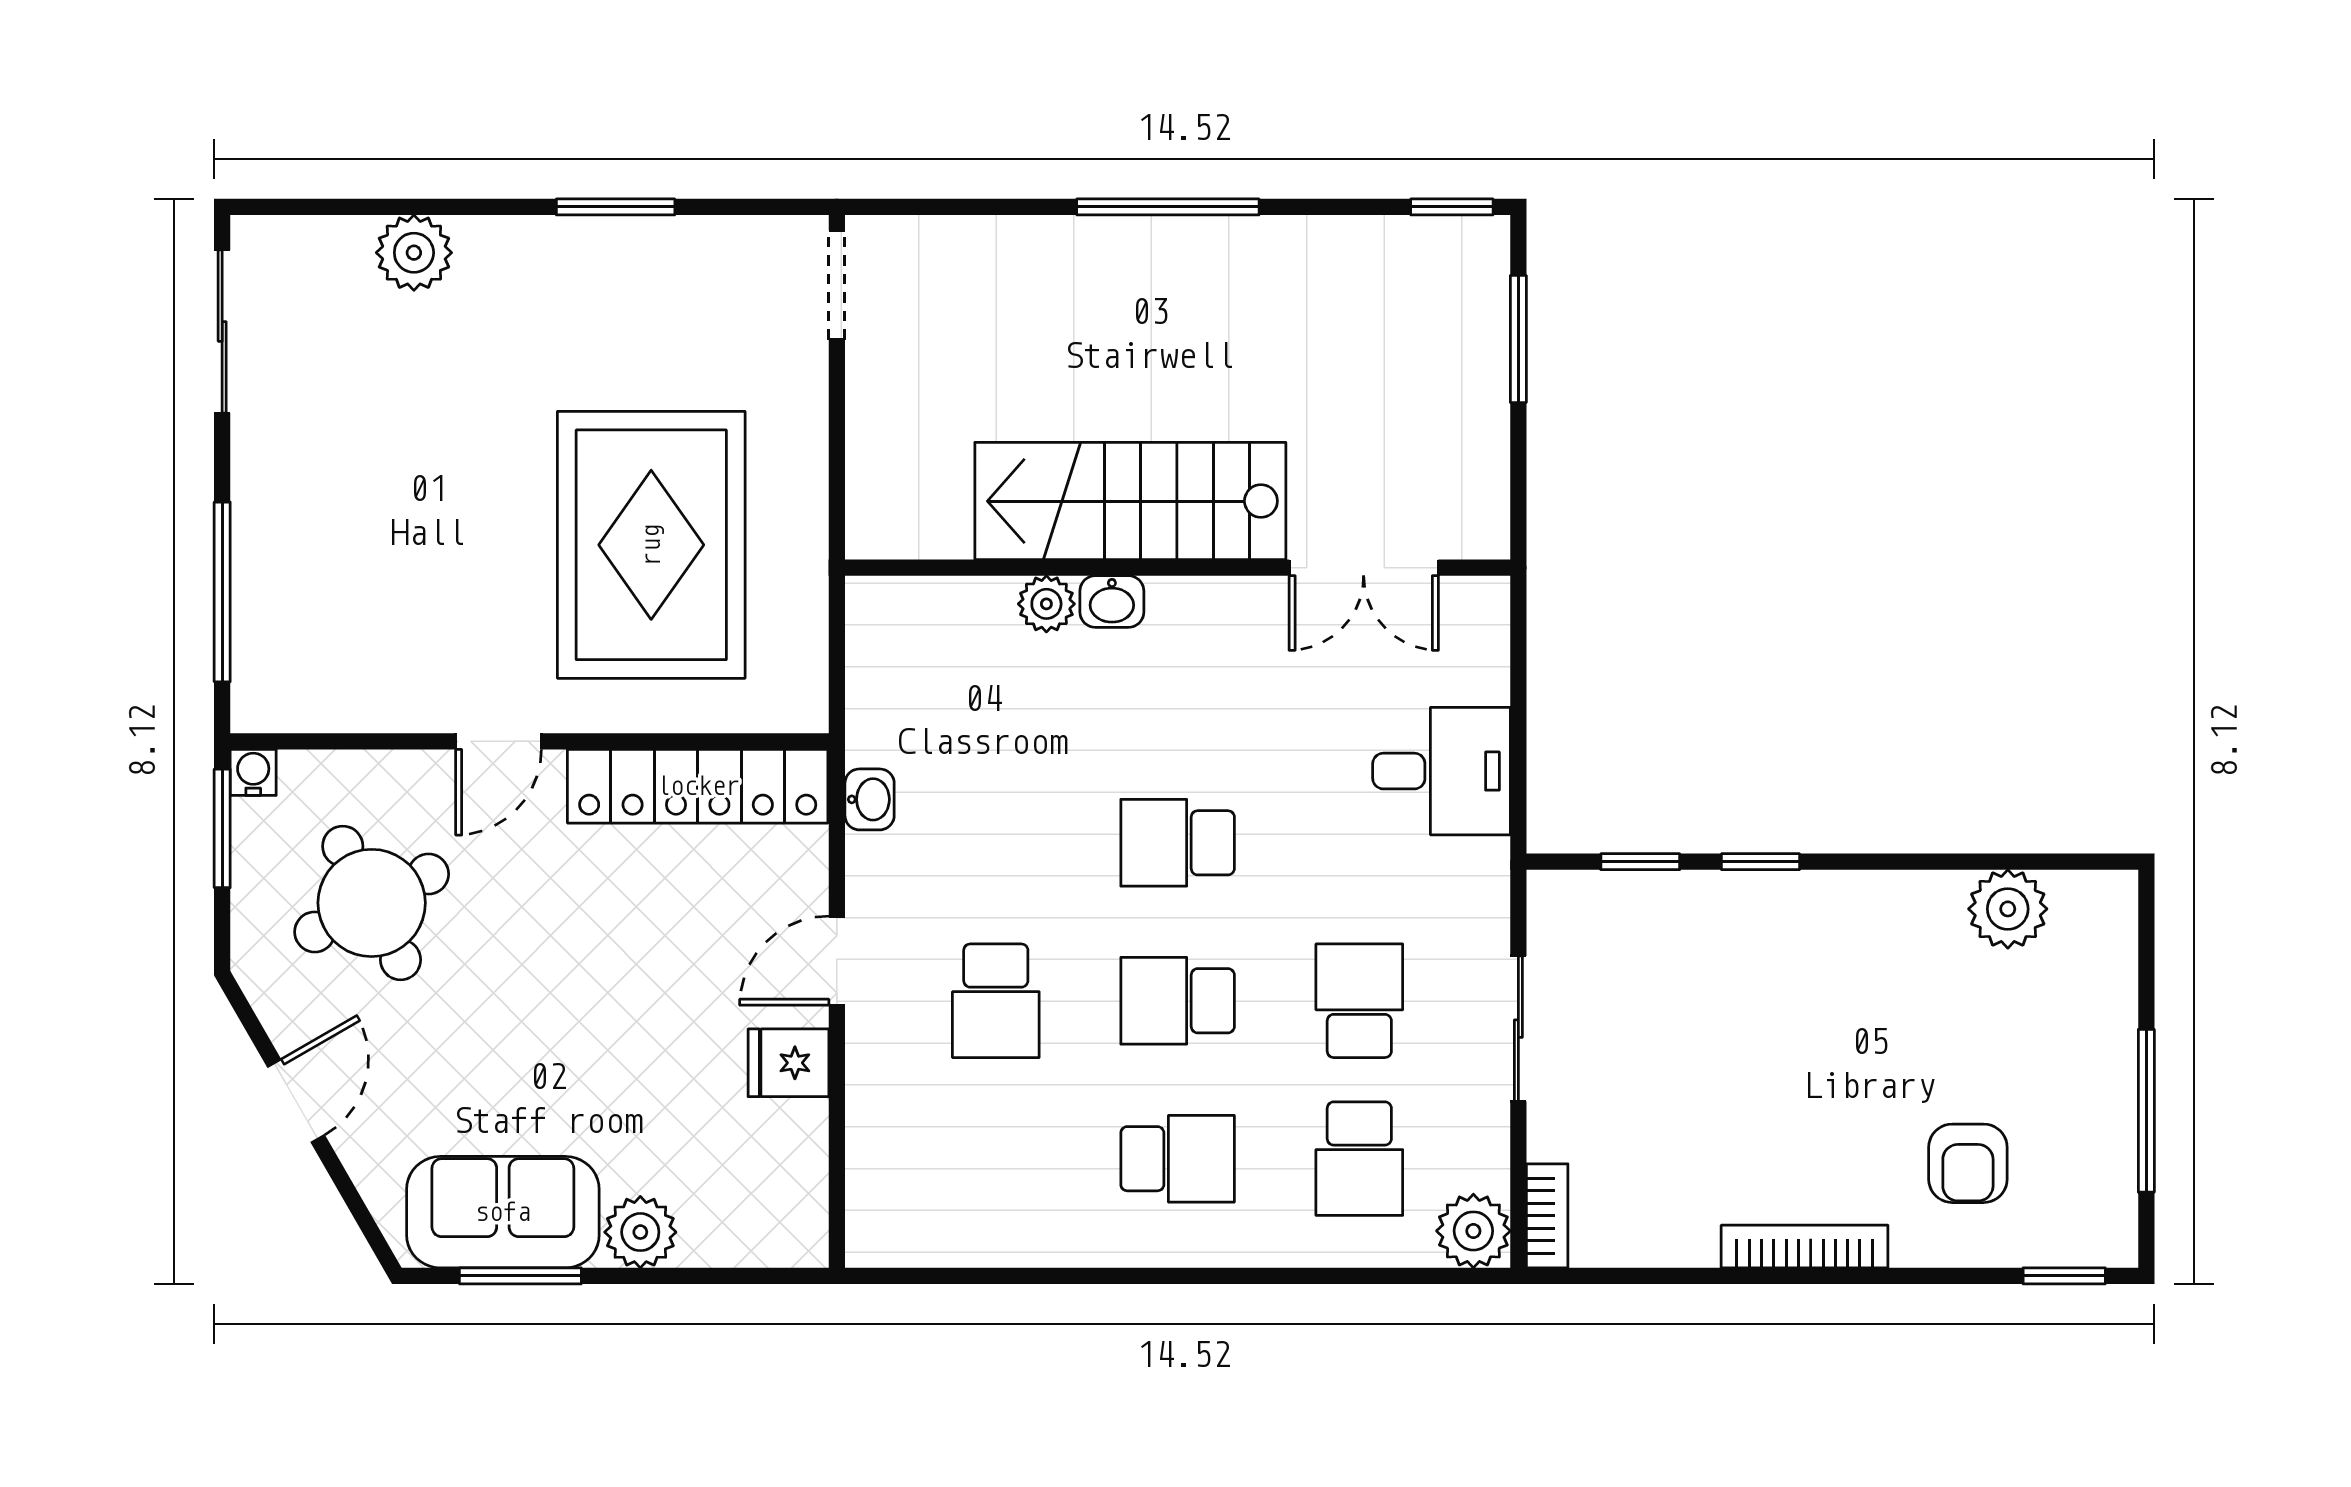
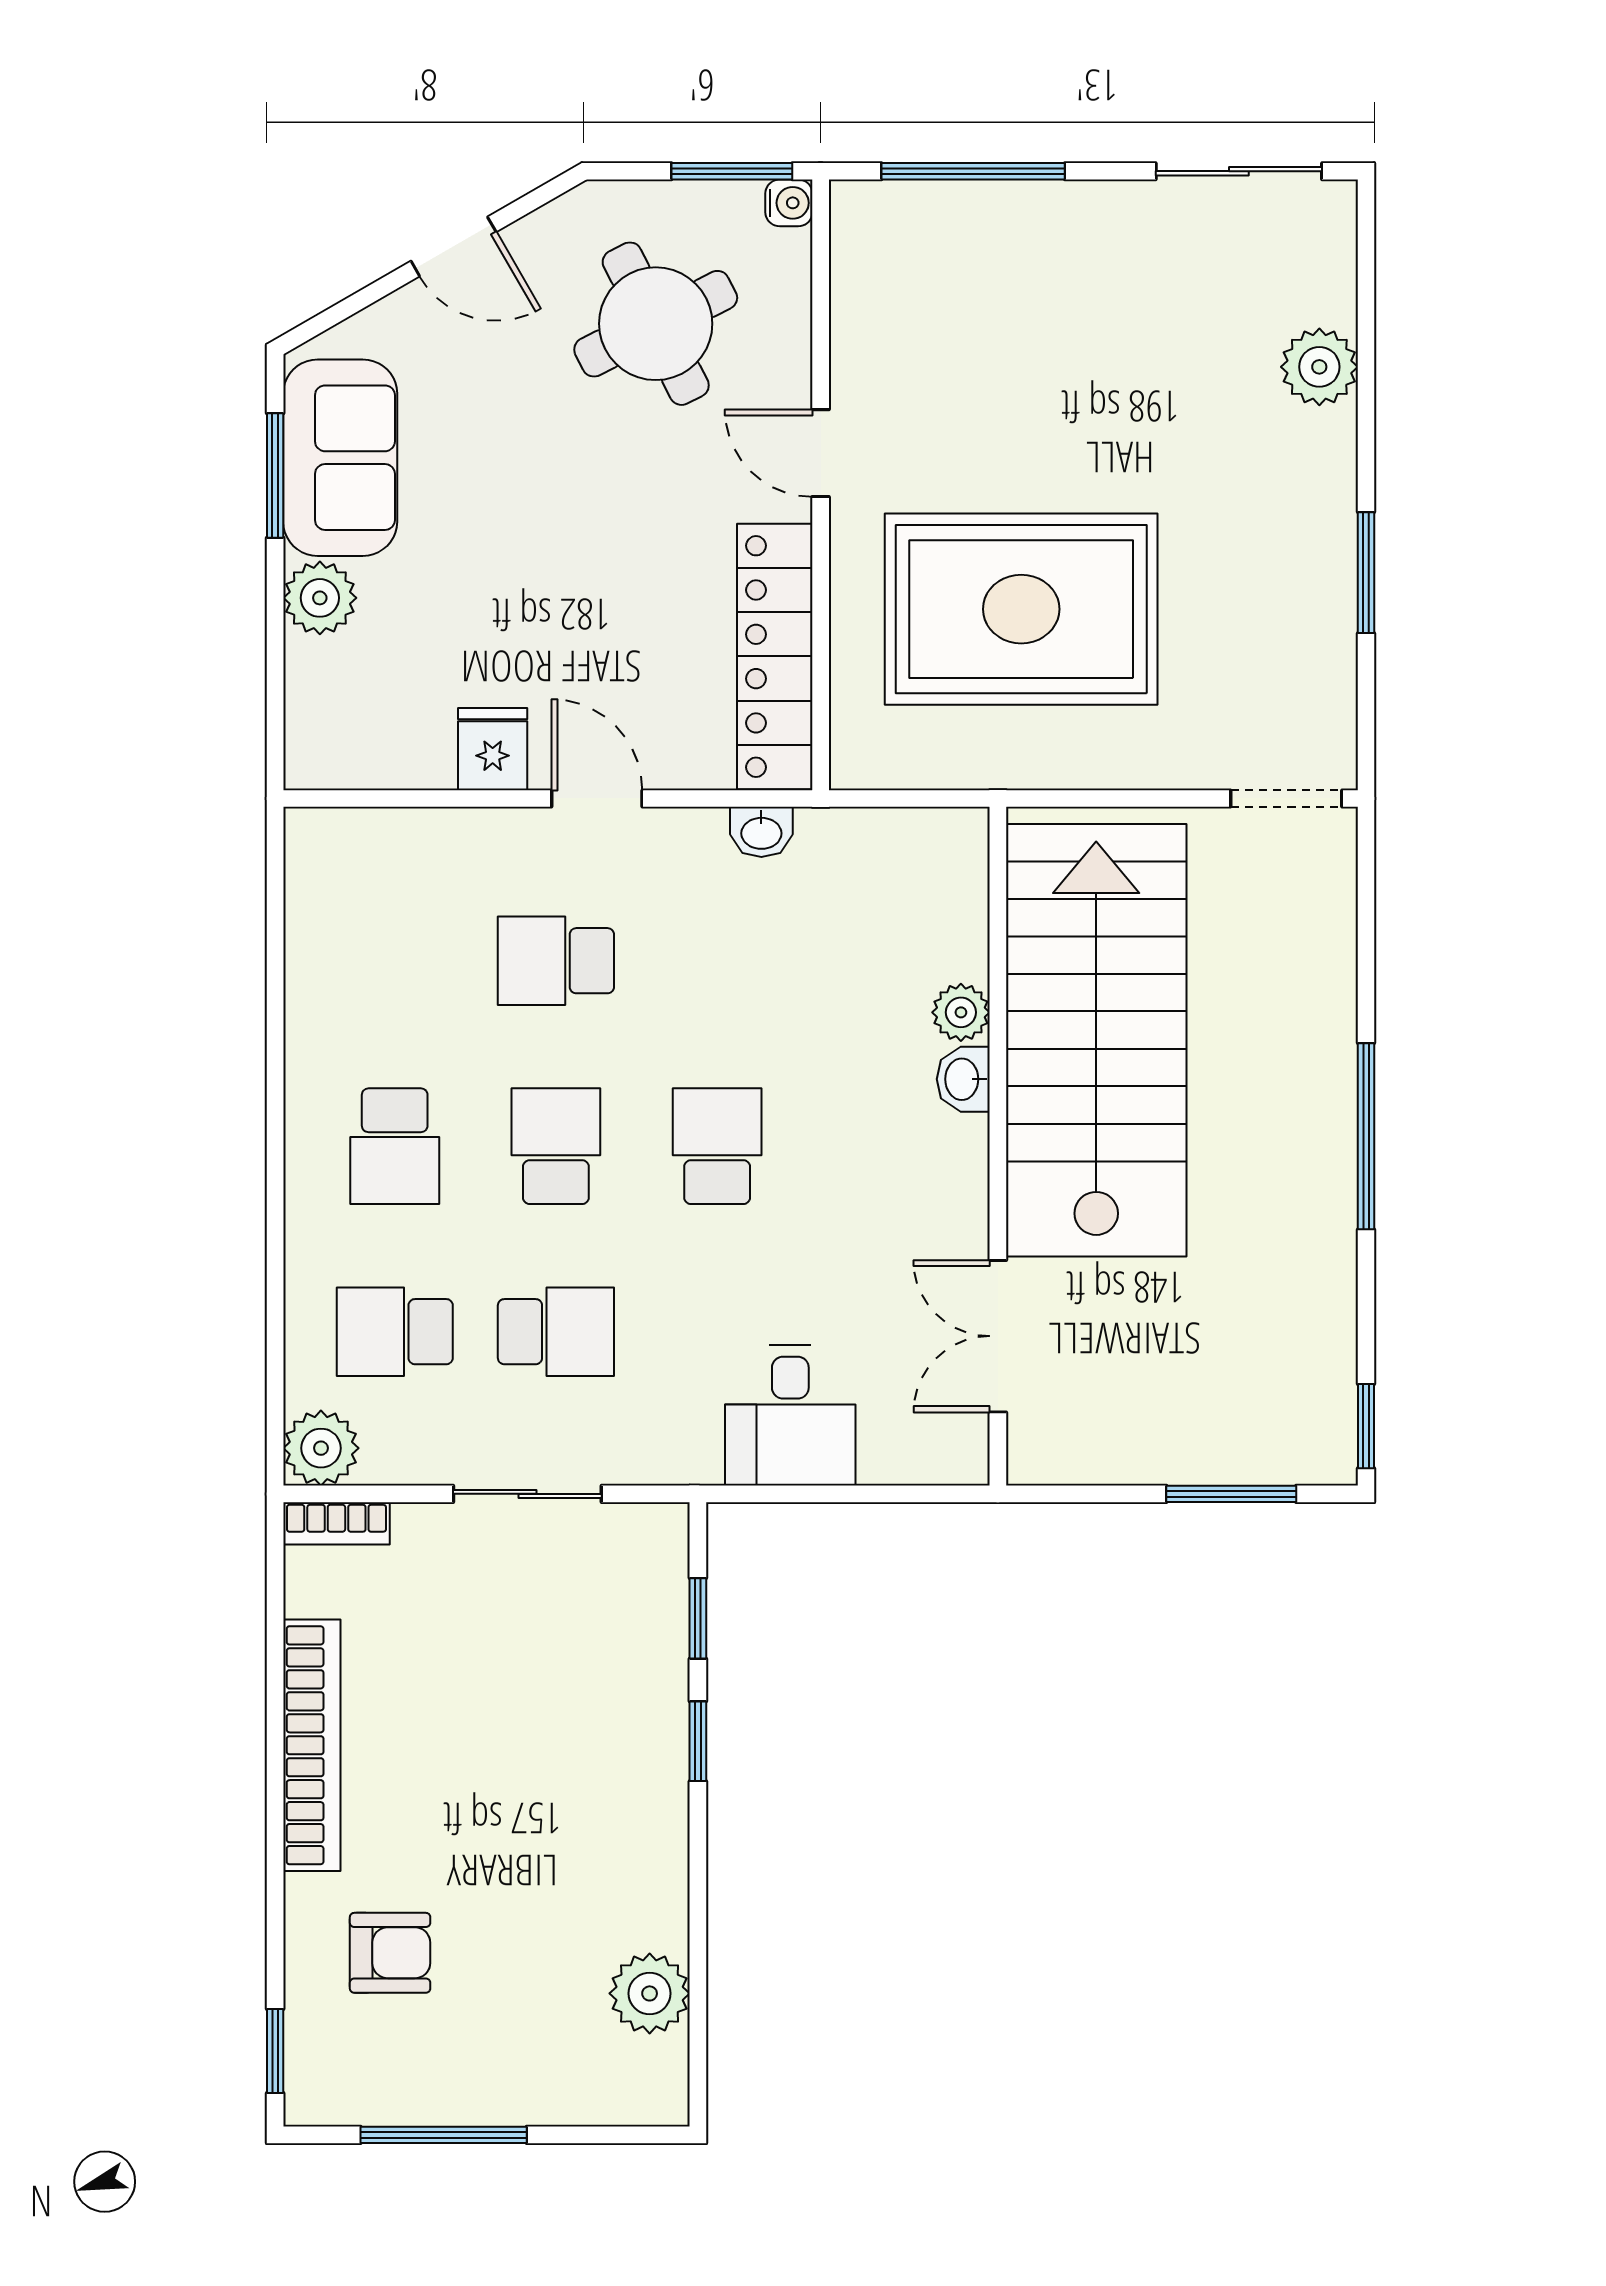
stairs: (1130, 501) -> (1096, 1040), width x1.36, depth x1.51
armchair: (1968, 1163) -> (390, 1953), turned 180
bookcase: (1805, 1247) -> (312, 1745), width x1.48, depth x1.31

